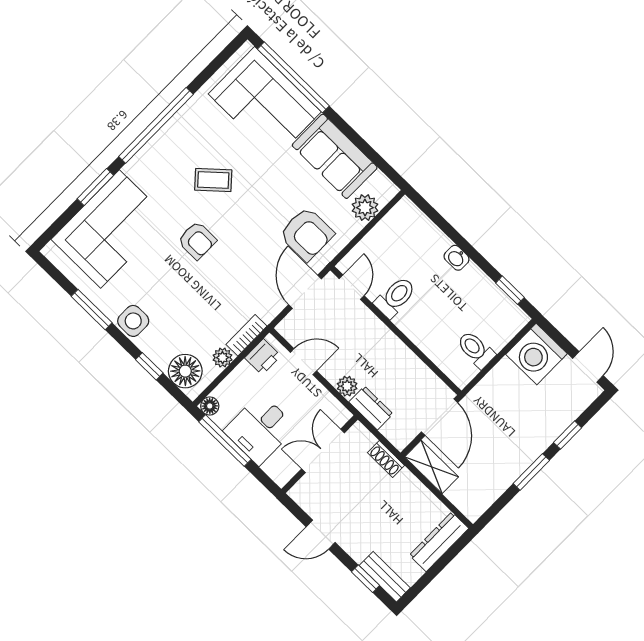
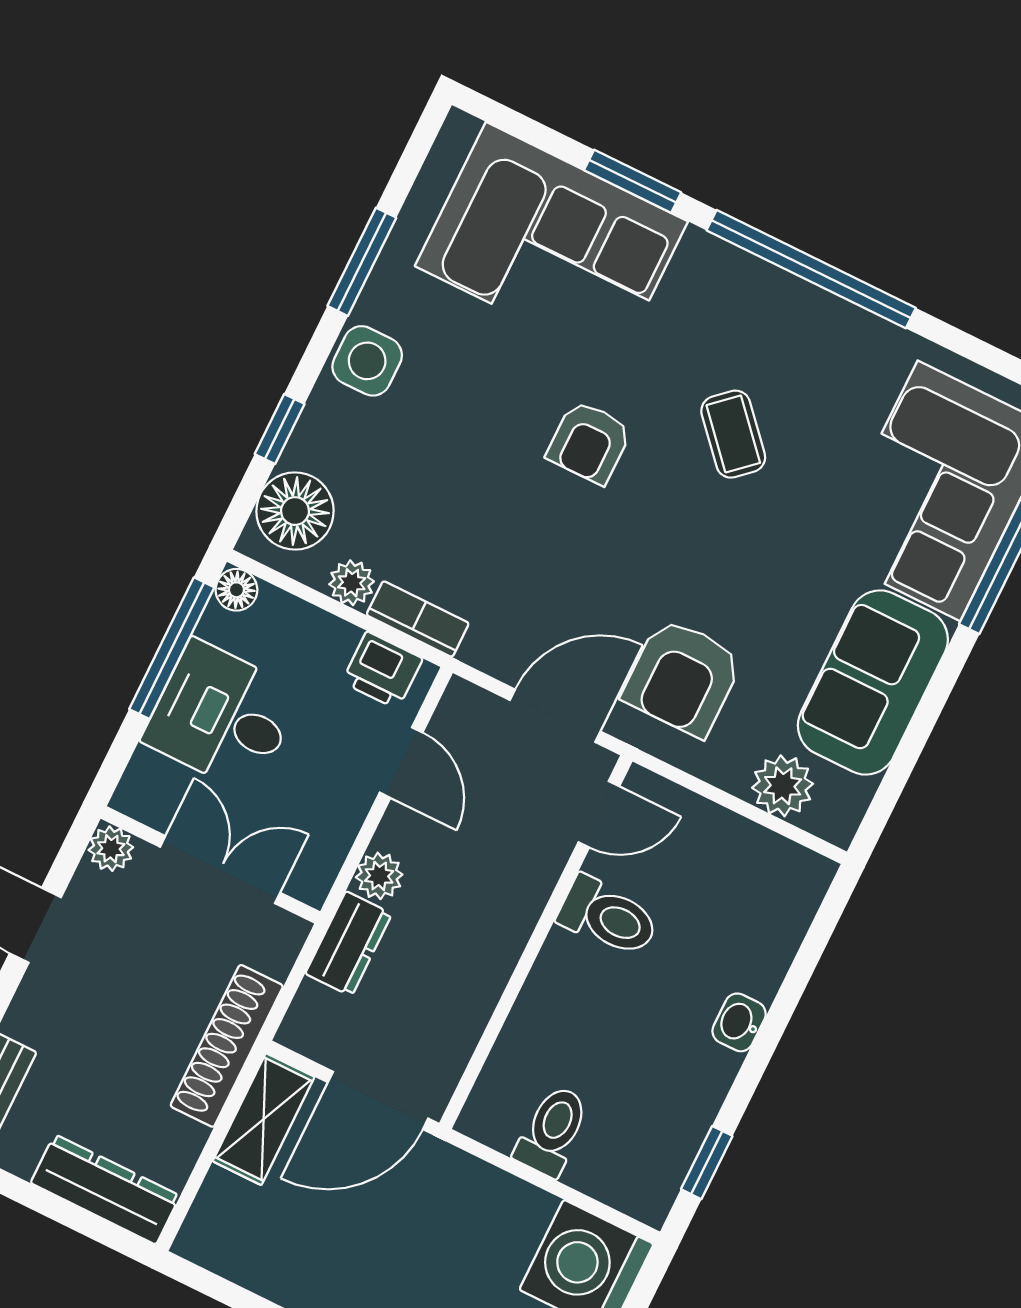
shoe rack: (386, 459) -> (227, 1046), width x1.94, depth x1.24
plant: (299, 493) -> (111, 849), added

